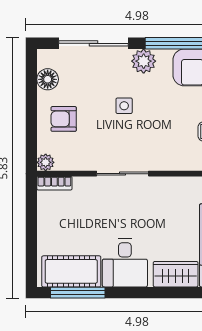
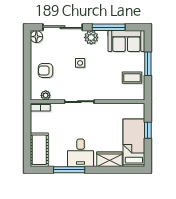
floor lamp: (48, 79) -> (36, 37), moved
plant: (46, 162) -> (46, 95), moved
cot: (71, 271) -> (39, 150), moved, turned 90
window: (78, 293) -> (69, 170), moved

